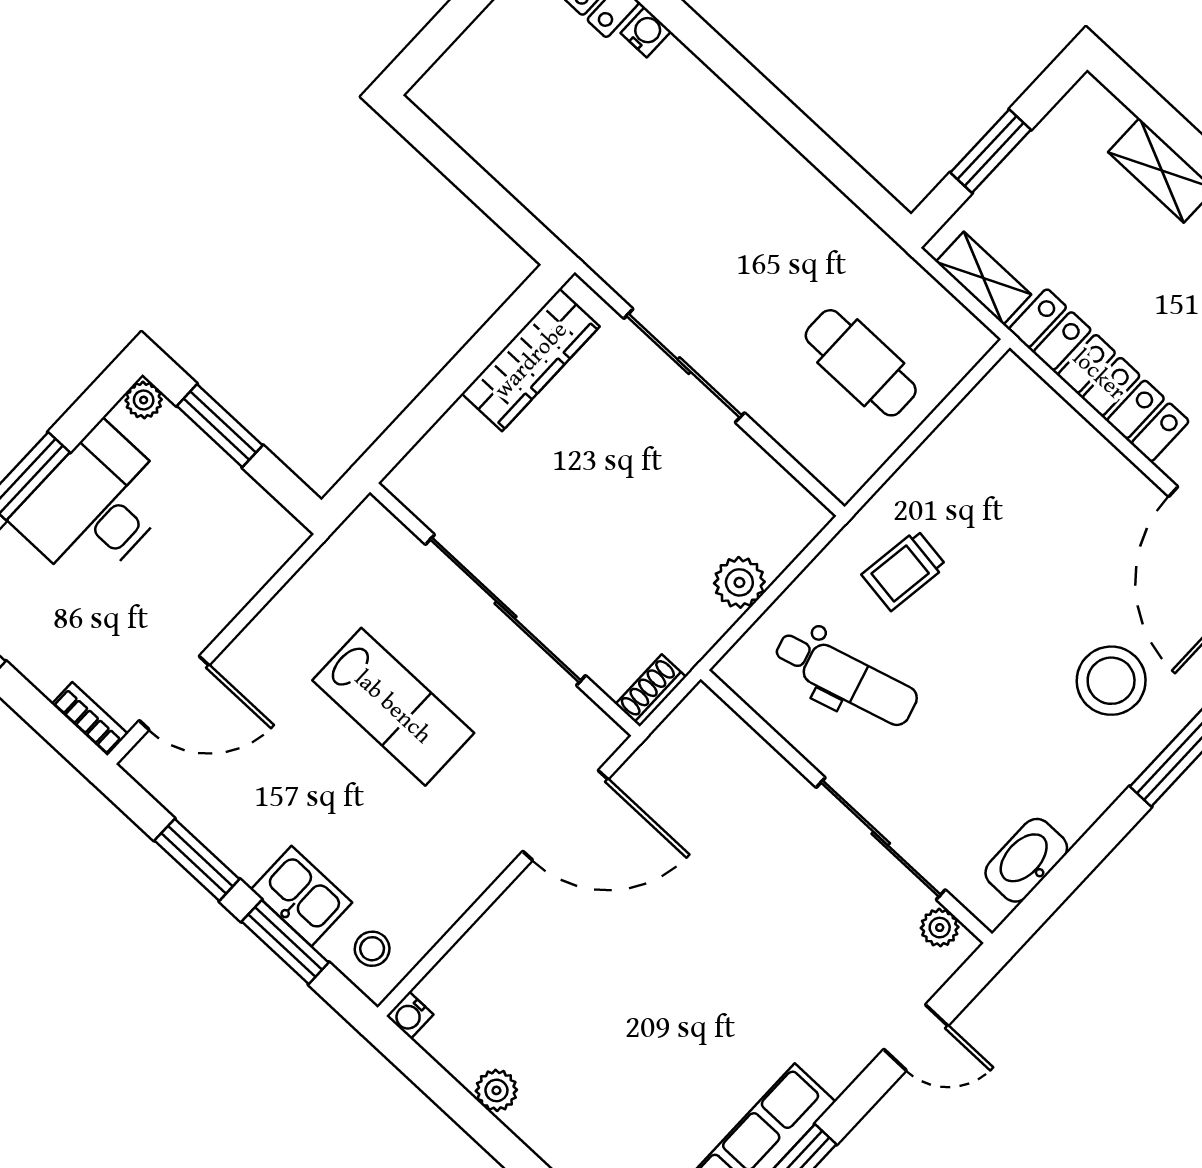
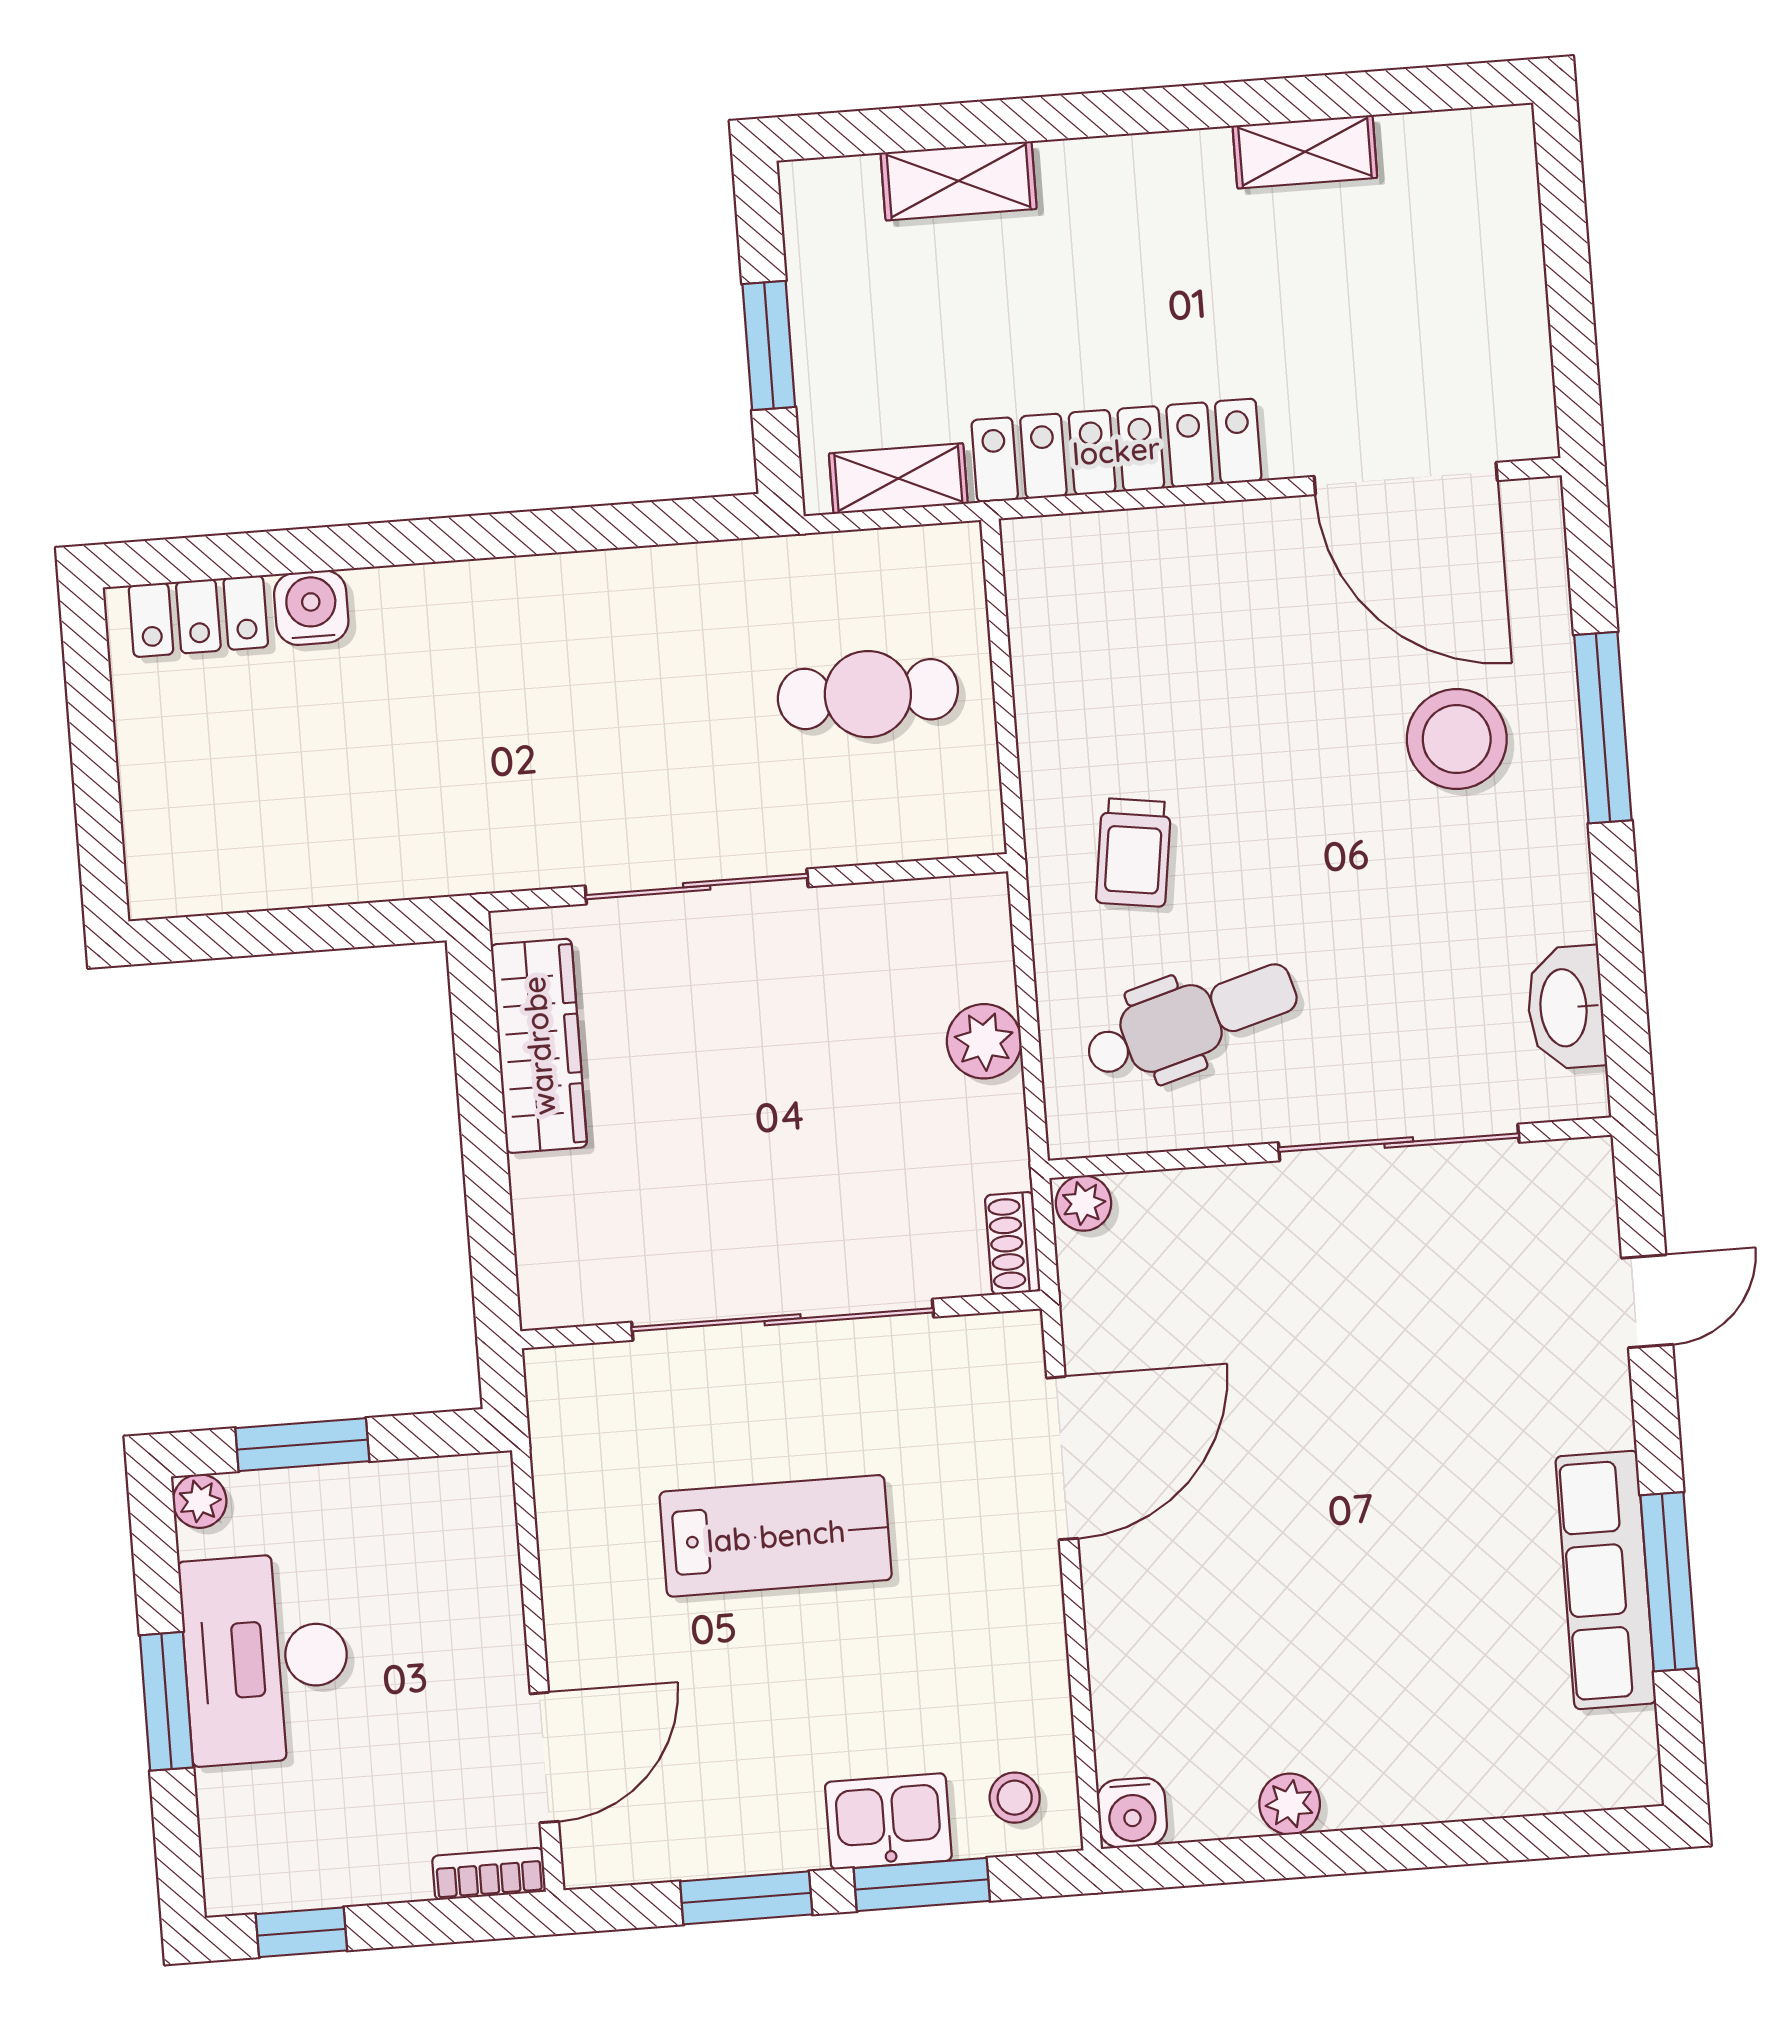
water cooler: (646, 32) -> (311, 608), width x1.38, depth x1.38
plant: (940, 928) -> (1084, 1203), moved
water cooler: (410, 1015) -> (1132, 1813), width x1.38, depth x1.38

